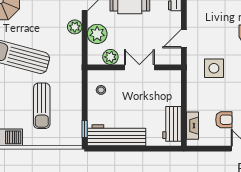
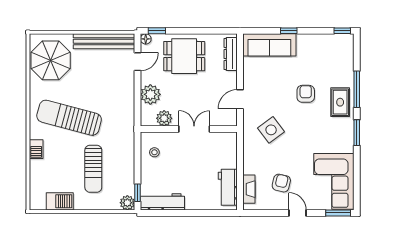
plant: (75, 27) -> (127, 203), moved
side table: (214, 68) -> (271, 130), turned -37
armchair: (224, 120) -> (281, 183), turned -77
workbench: (116, 135) -> (162, 202), width x0.73, depth x0.76

